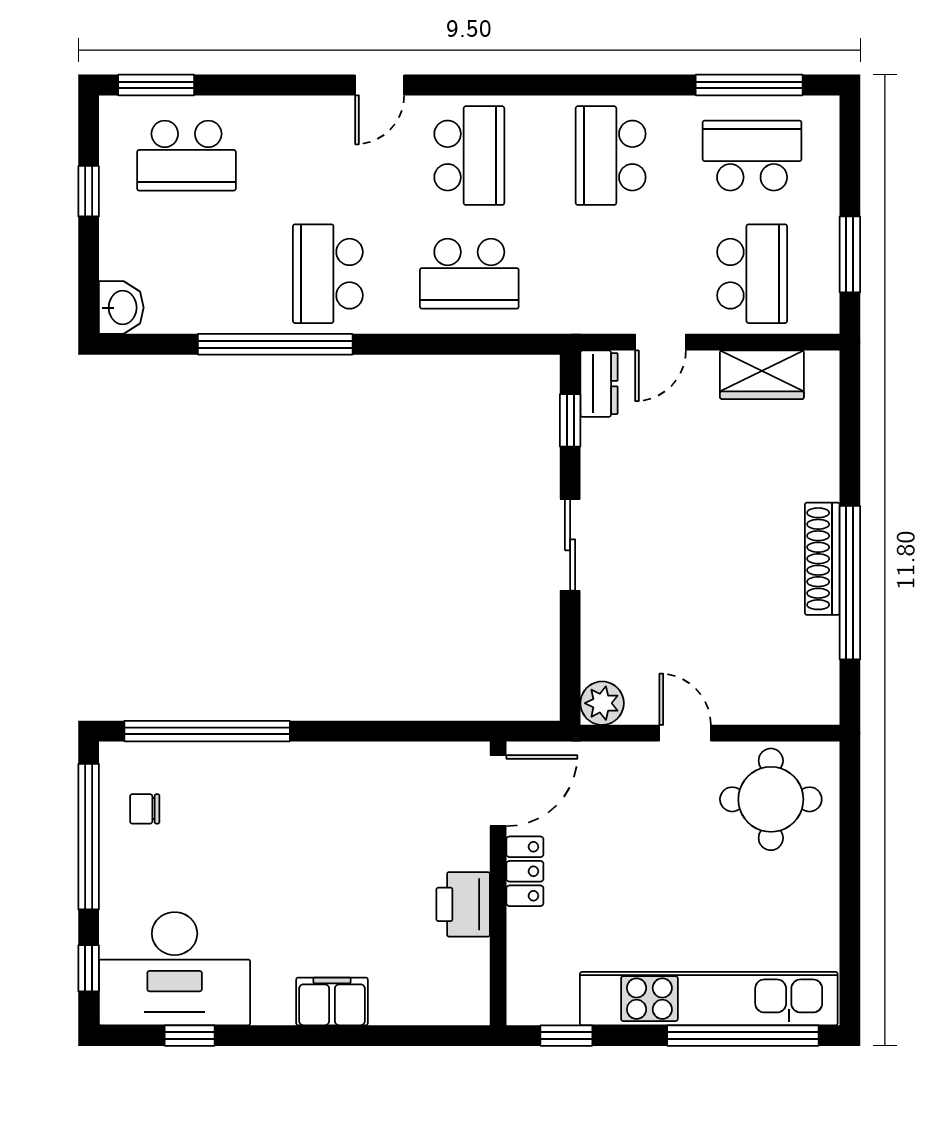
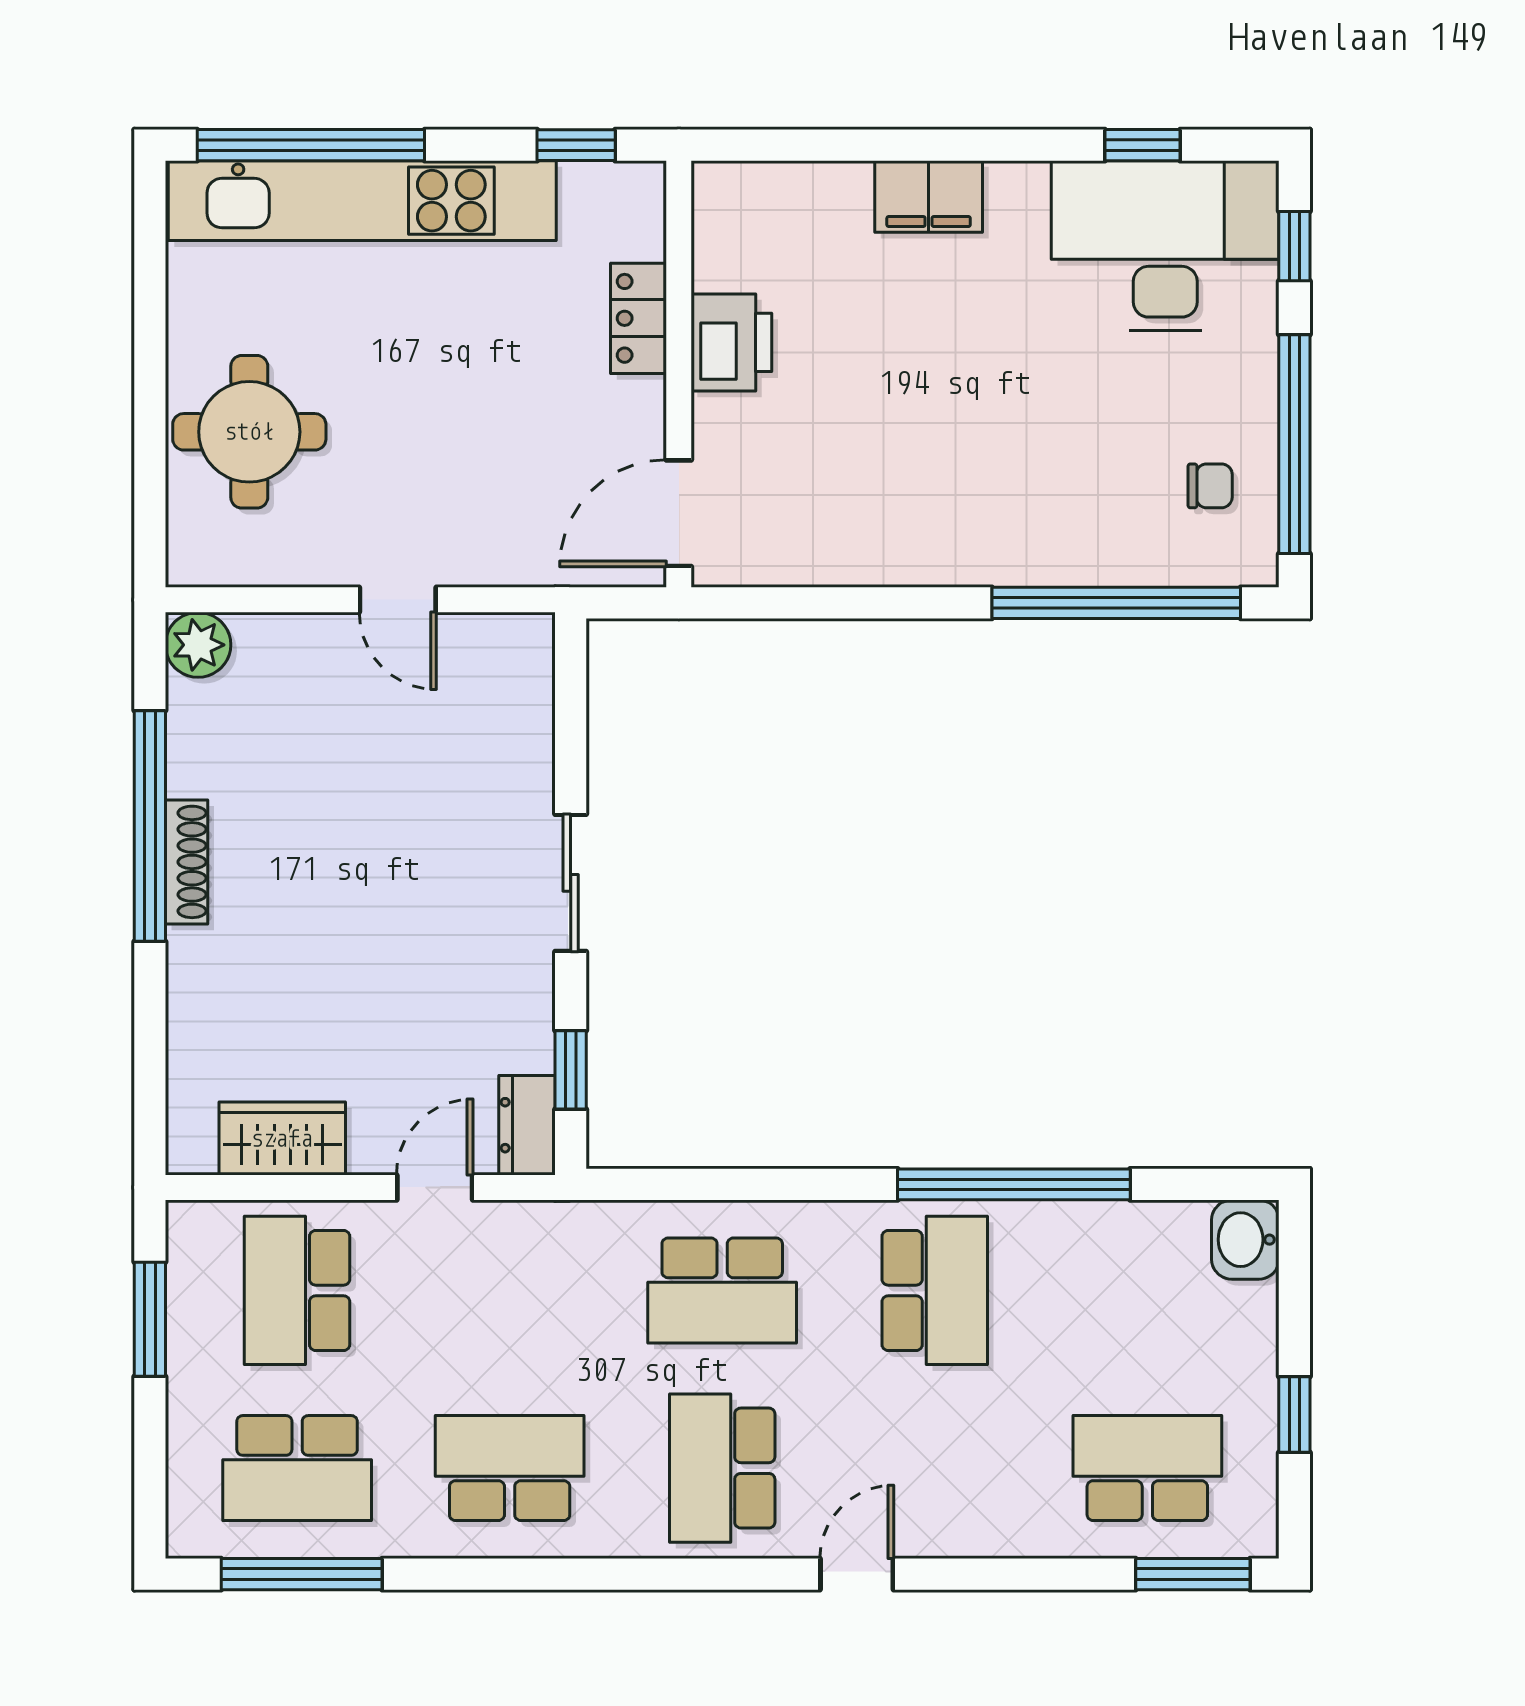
school desk: (611, 156) -> (510, 1468), turned -90
school desk: (469, 274) -> (722, 1290), turned 180
shoe rack: (822, 559) -> (187, 862), width x0.74, depth x0.81
plant: (602, 703) -> (198, 645), moved
round table: (771, 799) -> (249, 432), moved
locker: (525, 871) -> (639, 318), moved

